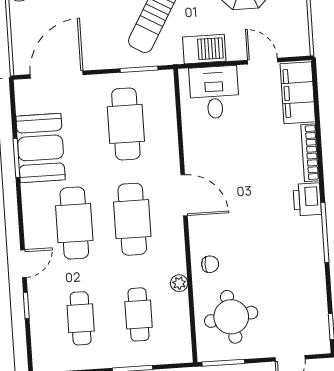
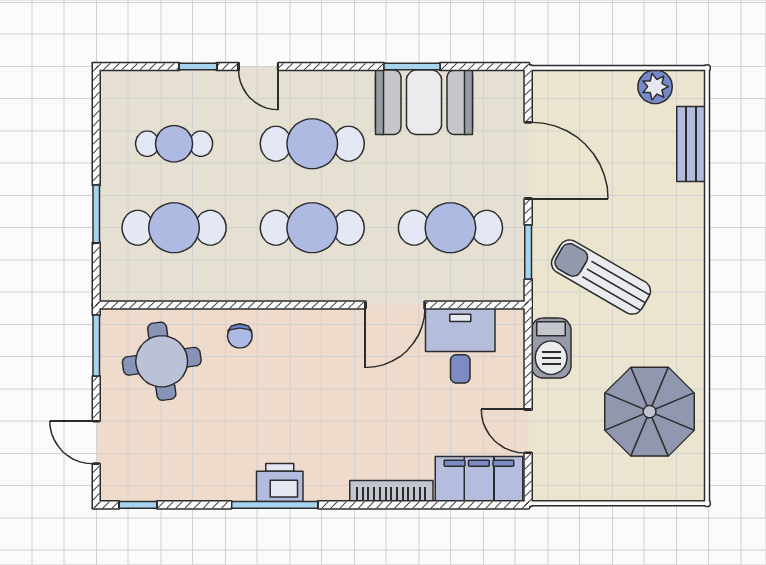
door: (263, 61) -> (528, 431), swing flipped
door: (57, 75) -> (528, 160), moved
desk: (214, 92) -> (460, 346), moved, turned -90
door: (184, 195) -> (395, 305), moved
printer: (307, 199) -> (280, 483), moved
plant: (179, 283) -> (215, 289), removed
cafe table: (139, 314) -> (174, 228), width x1.37, depth x1.35

